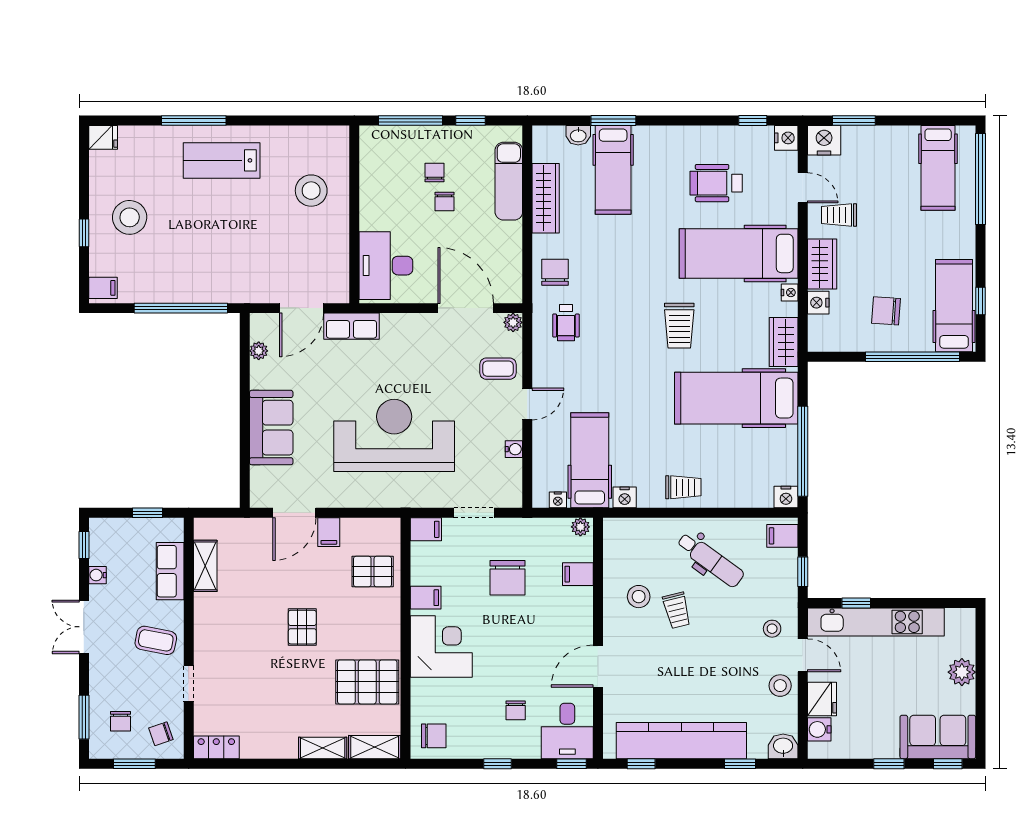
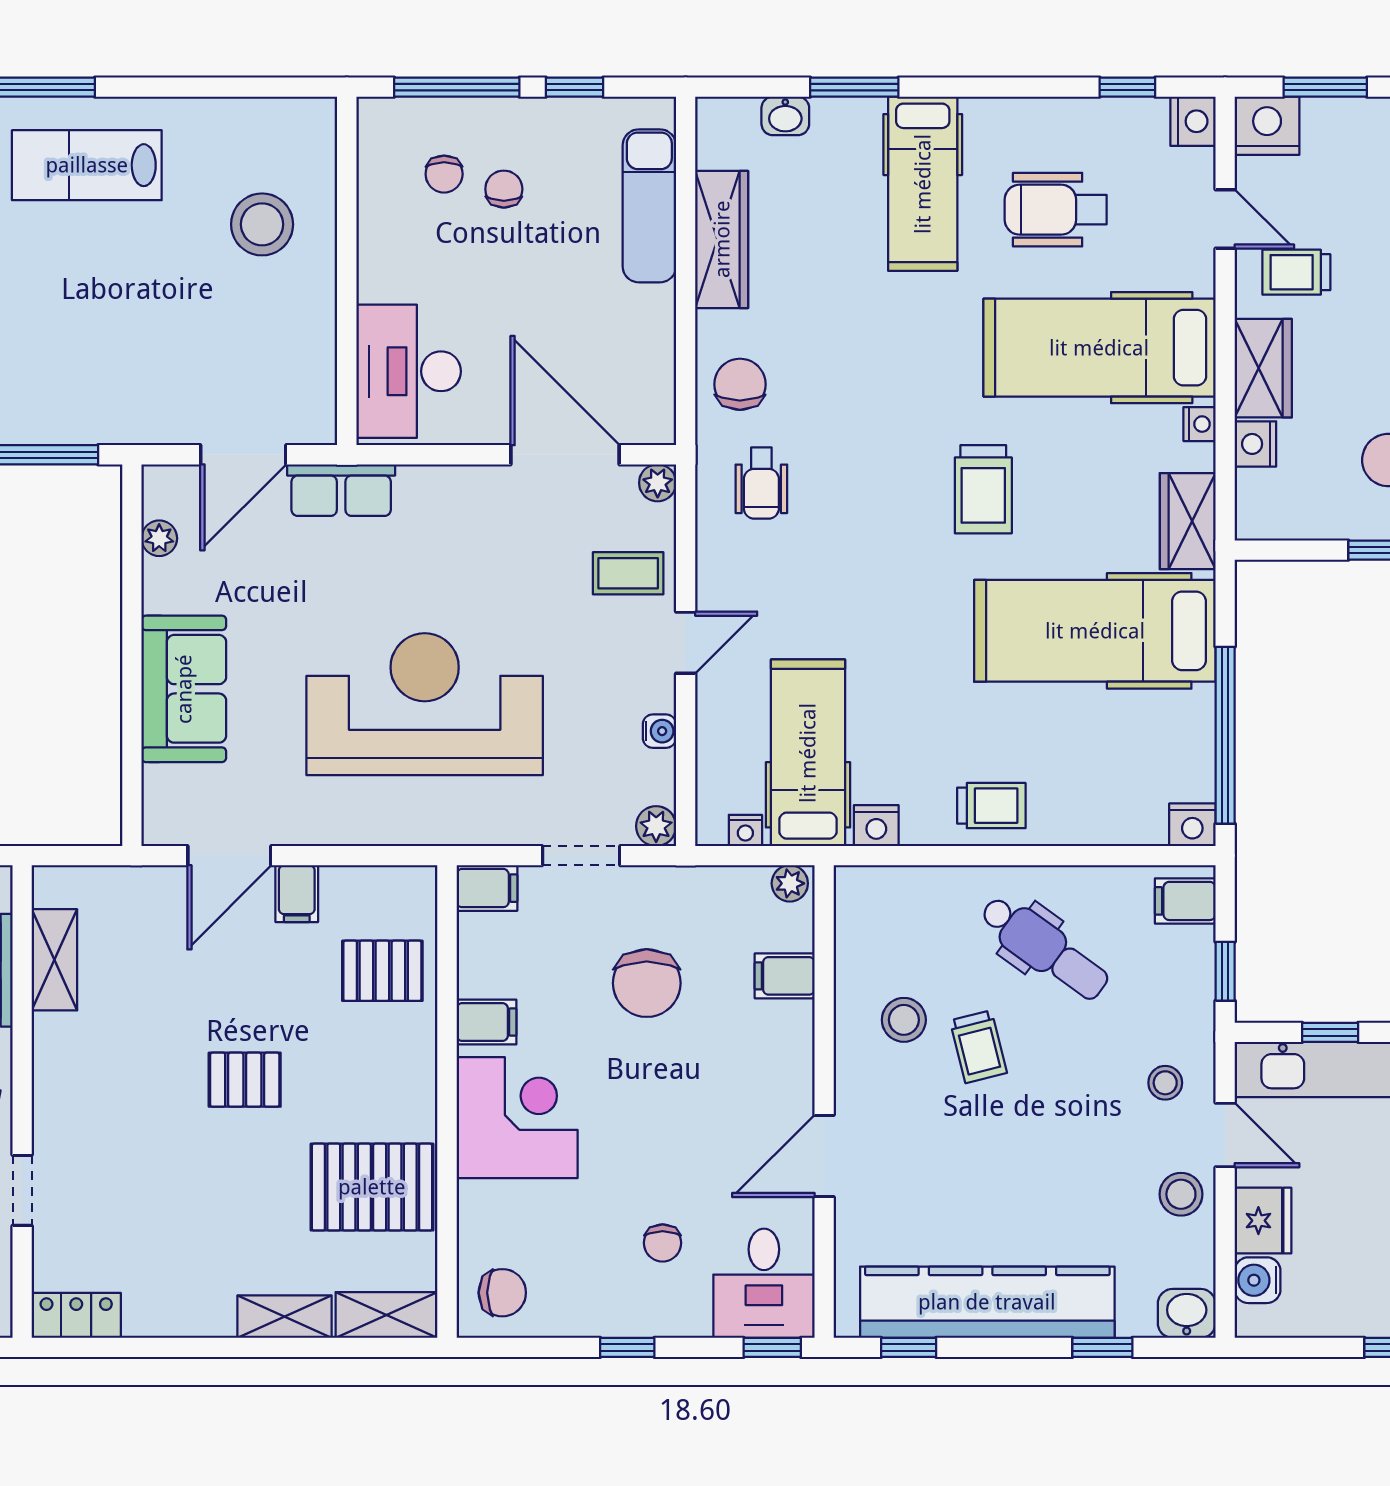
hospital bed: (613, 170) -> (923, 184), moved
chair: (445, 201) -> (444, 174), moved
plant: (512, 498) -> (656, 826), added
pallet: (302, 627) -> (245, 1080), turned 90

